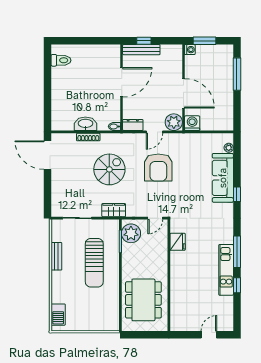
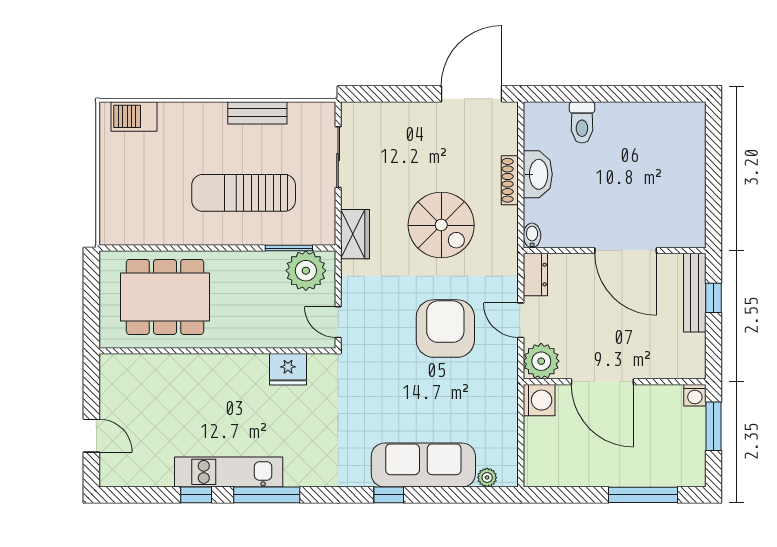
toilet: (61, 60) -> (582, 122), moved
door: (183, 93) -> (602, 382), hinge flipped
armchair: (158, 167) -> (445, 329), turned 90

